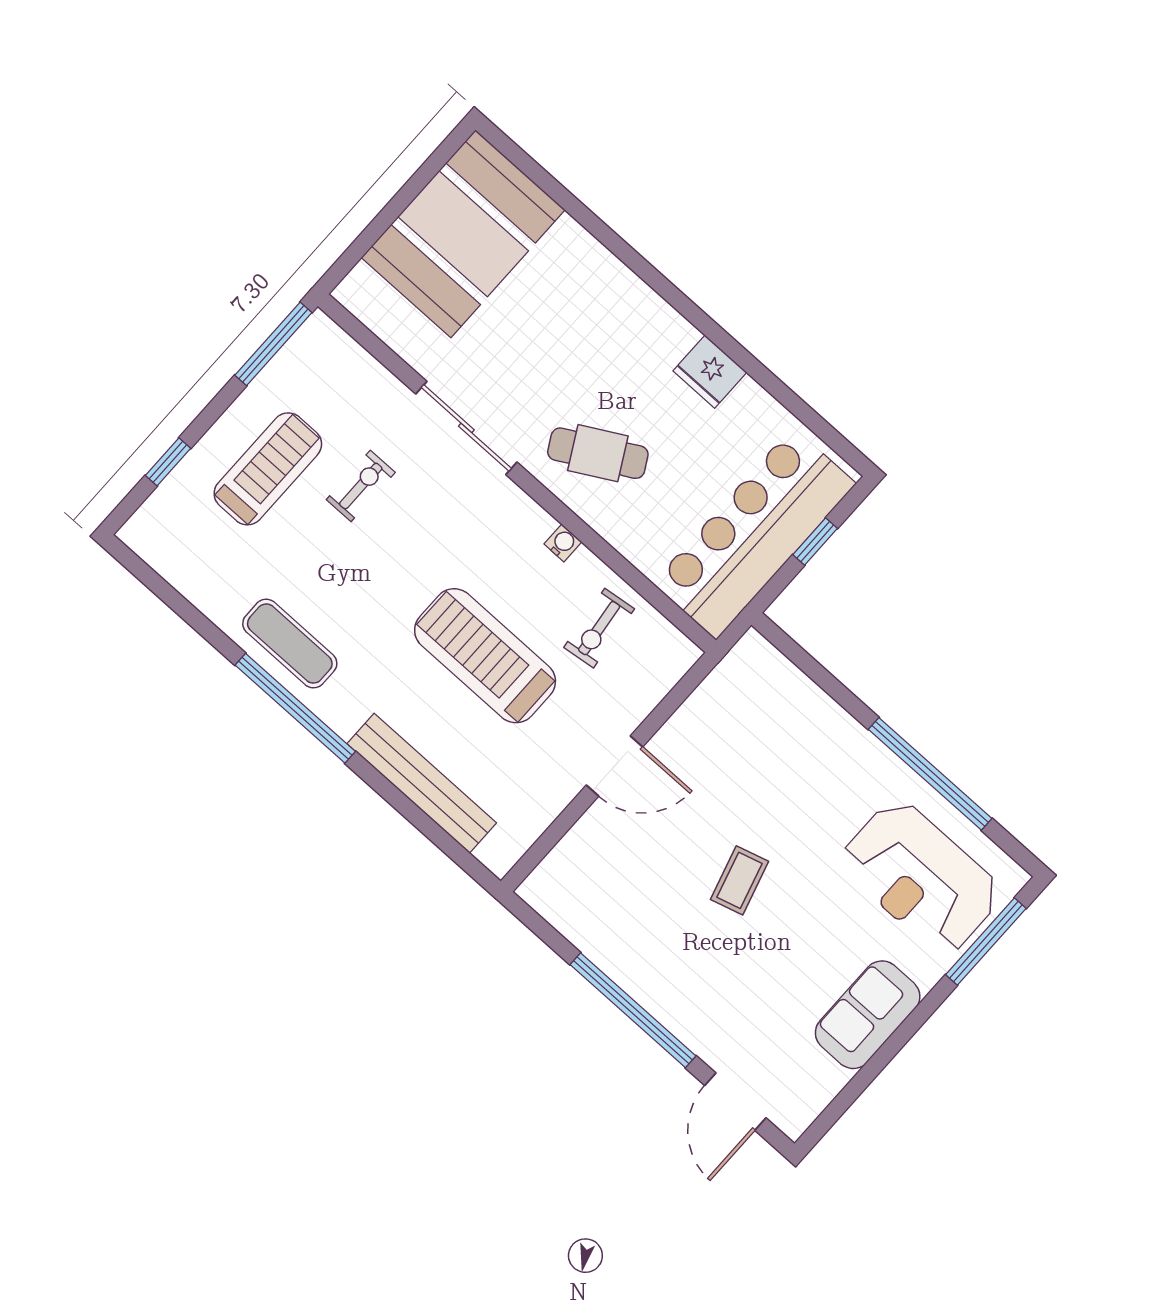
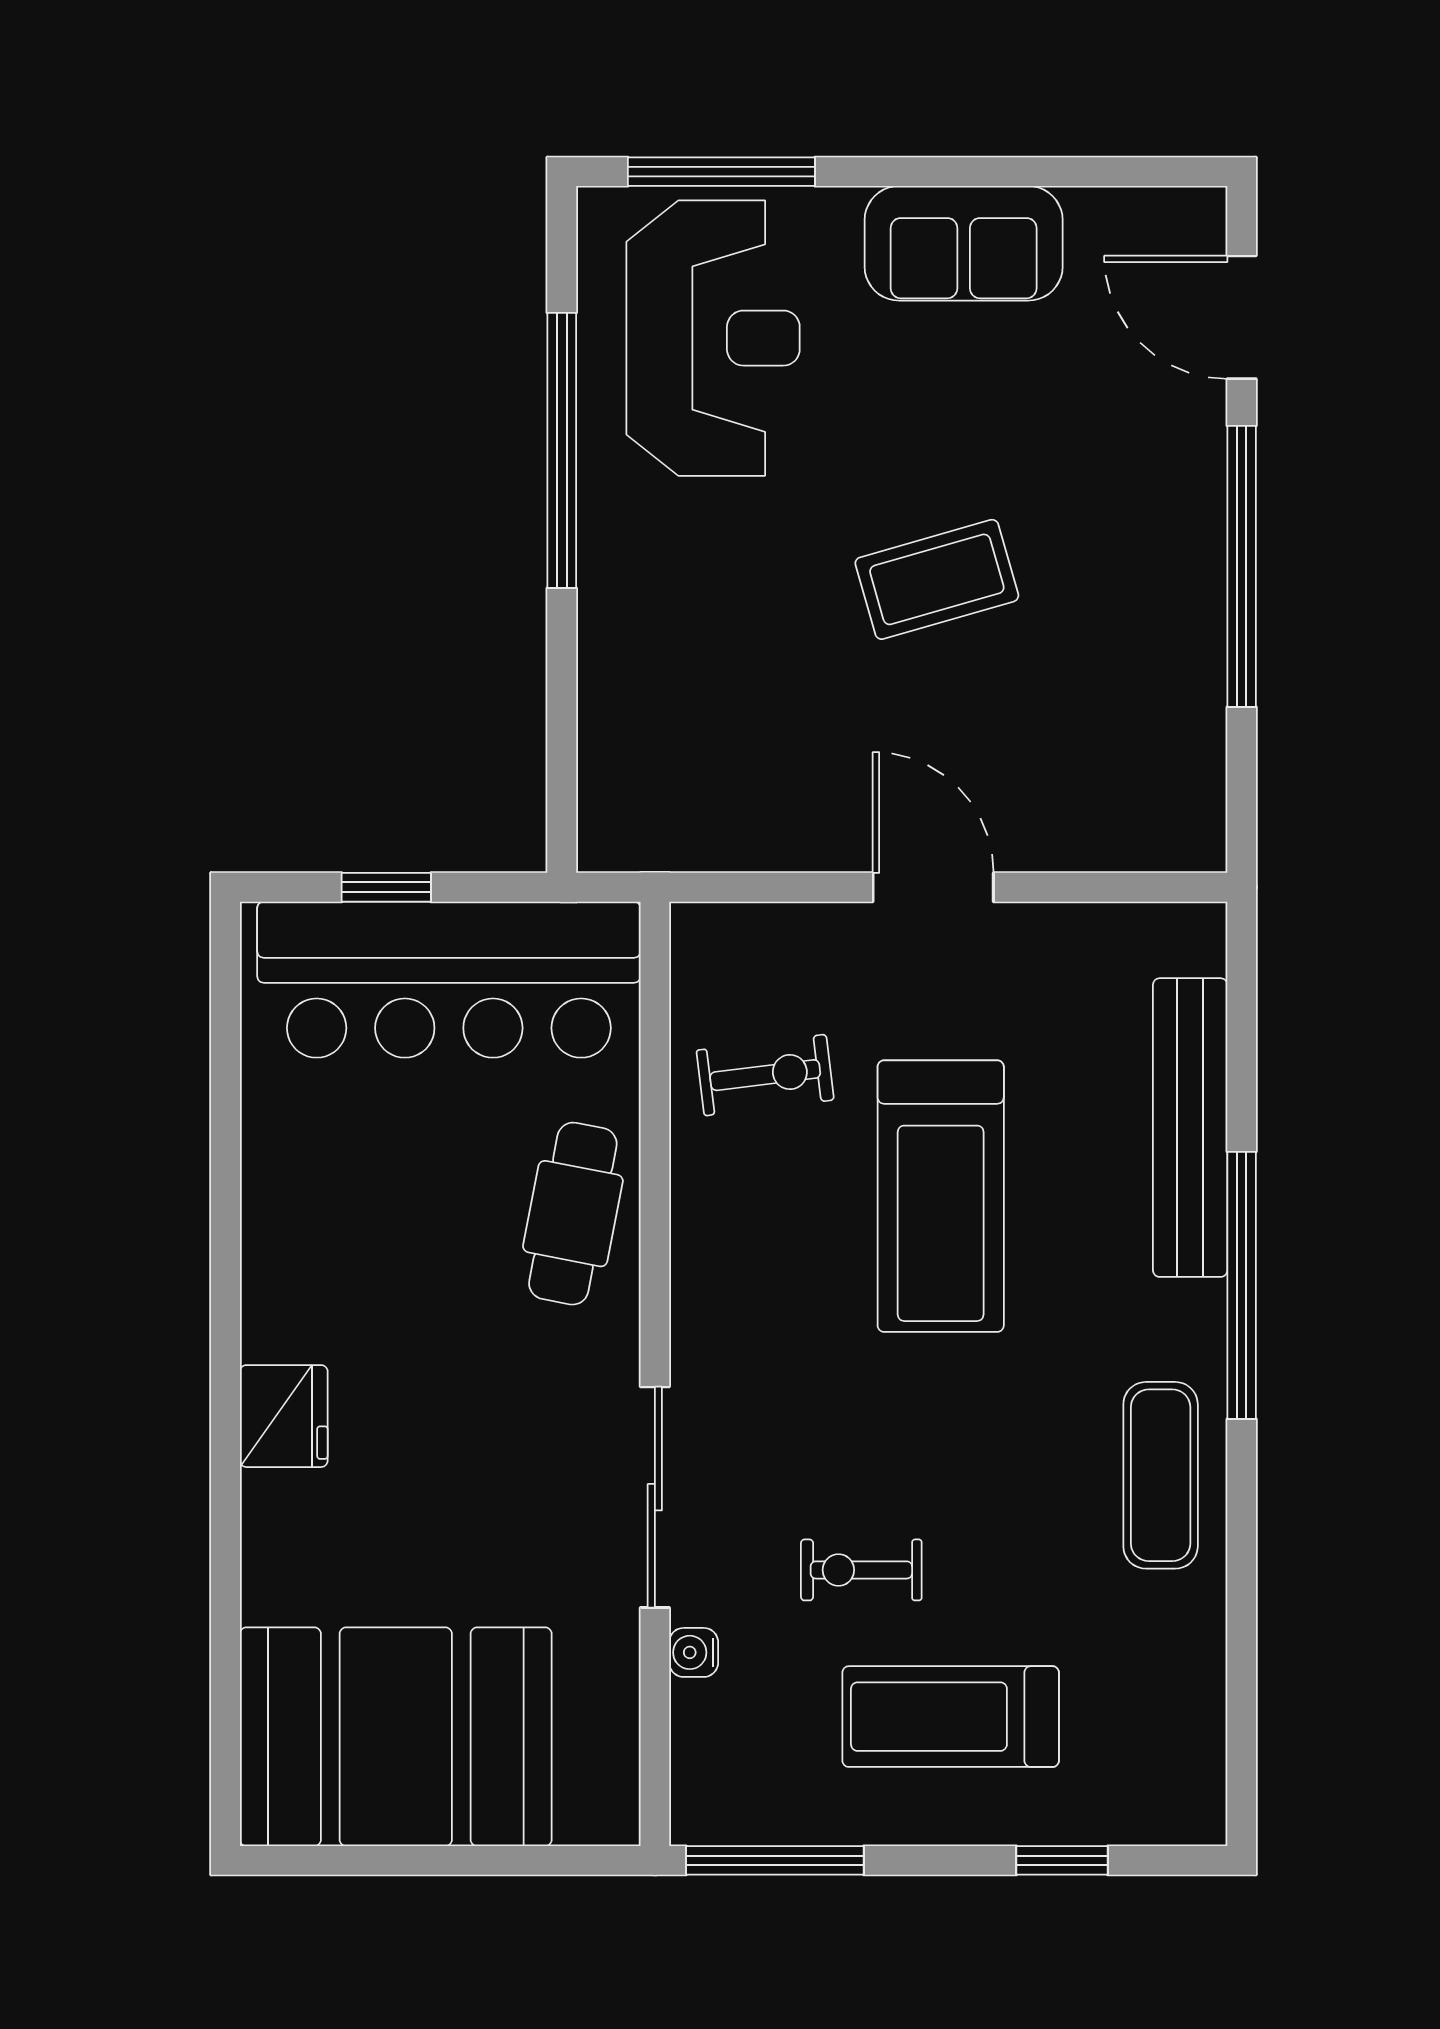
fridge: (710, 372) -> (284, 1416), moved
cafe table: (598, 453) -> (573, 1214), moved, turned 40
water cooler: (563, 543) -> (694, 1652), moved
window: (295, 708) -> (1242, 1285), moved
coffee table: (740, 880) -> (937, 579), width x1.36, depth x1.30
door: (735, 1102) -> (1242, 317), swing flipped

